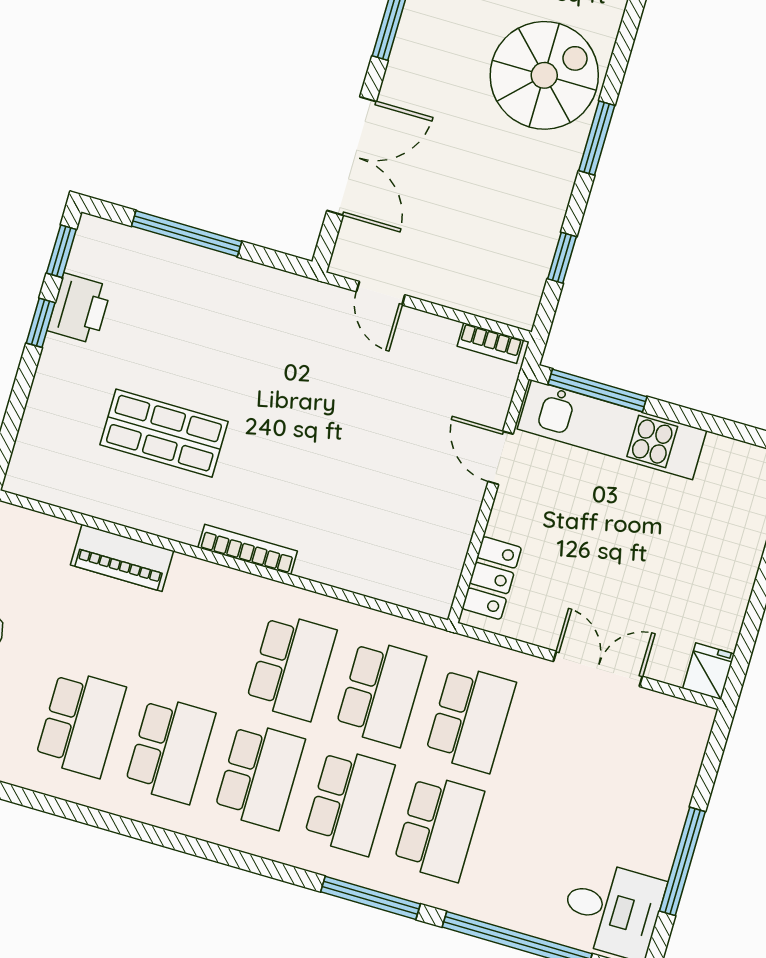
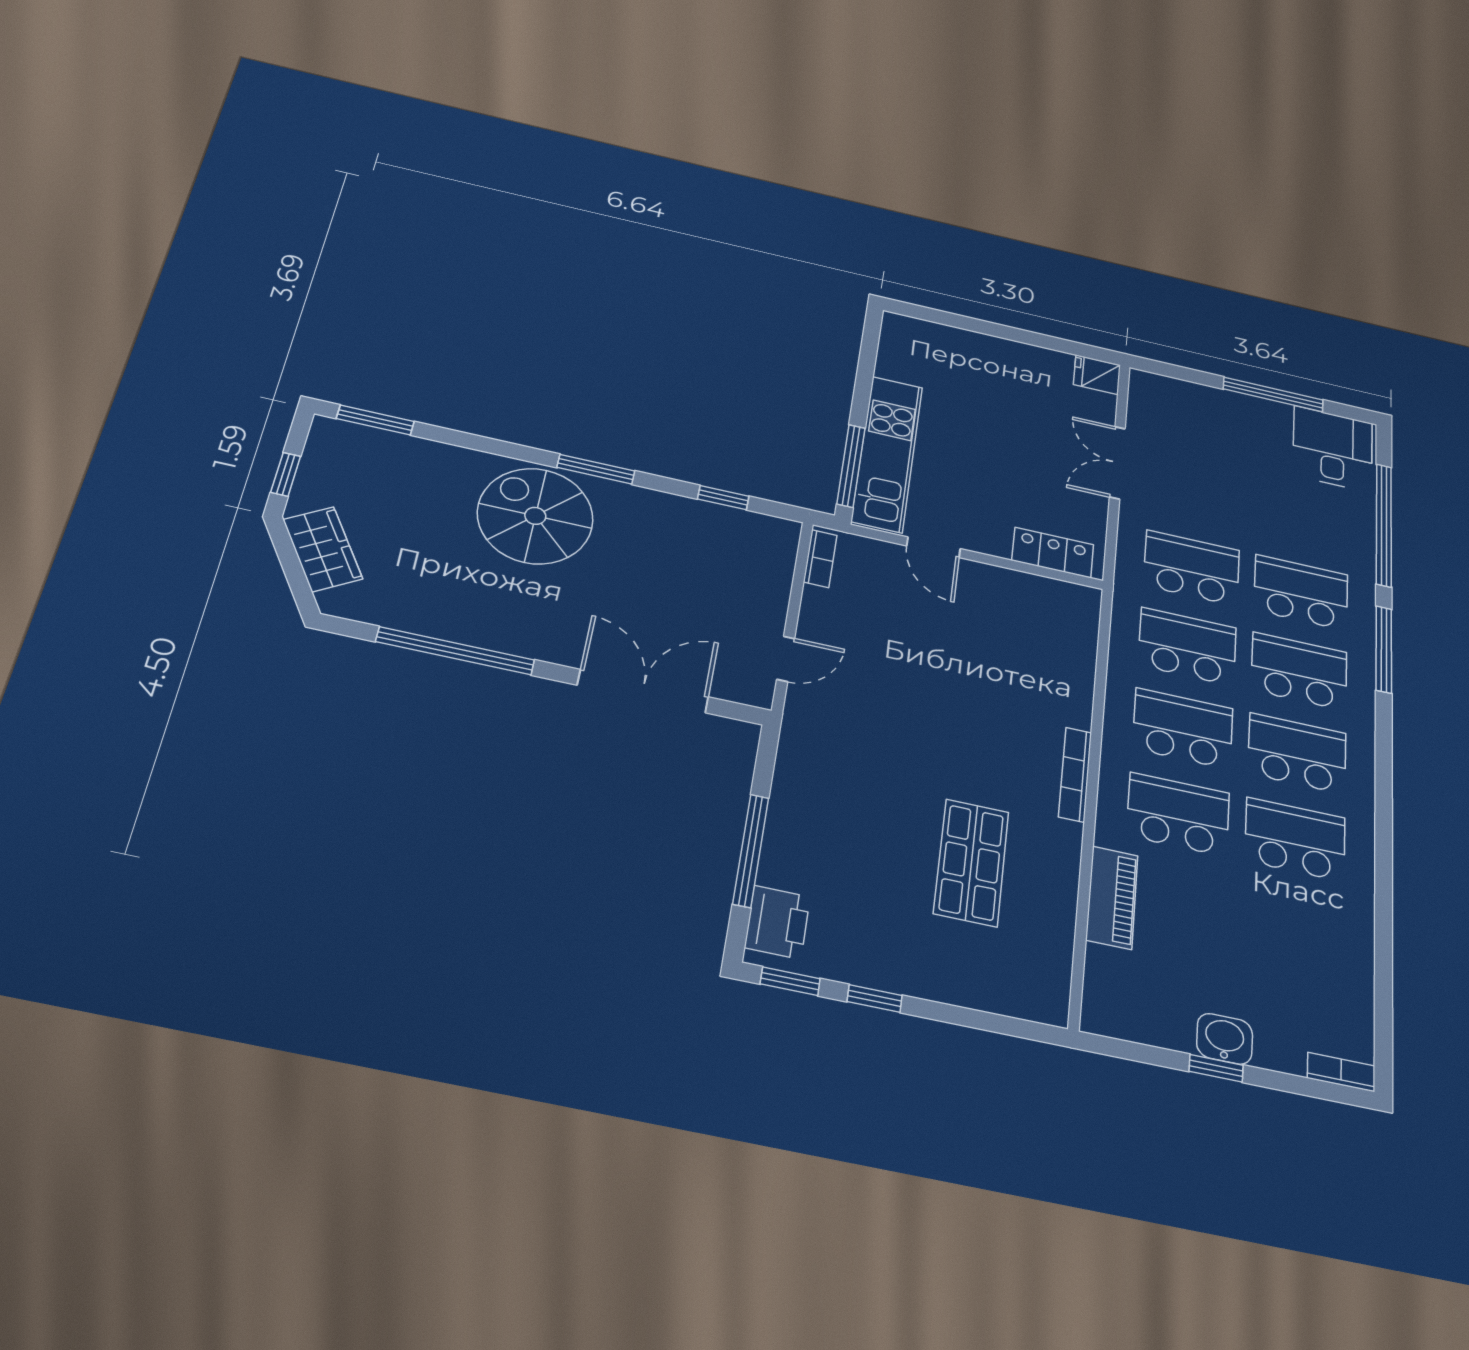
printer: (79, 309) -> (777, 922), moved, turned 90
door: (501, 458) -> (934, 547), hinge flipped
school desk: (80, 724) -> (1178, 814), moved

